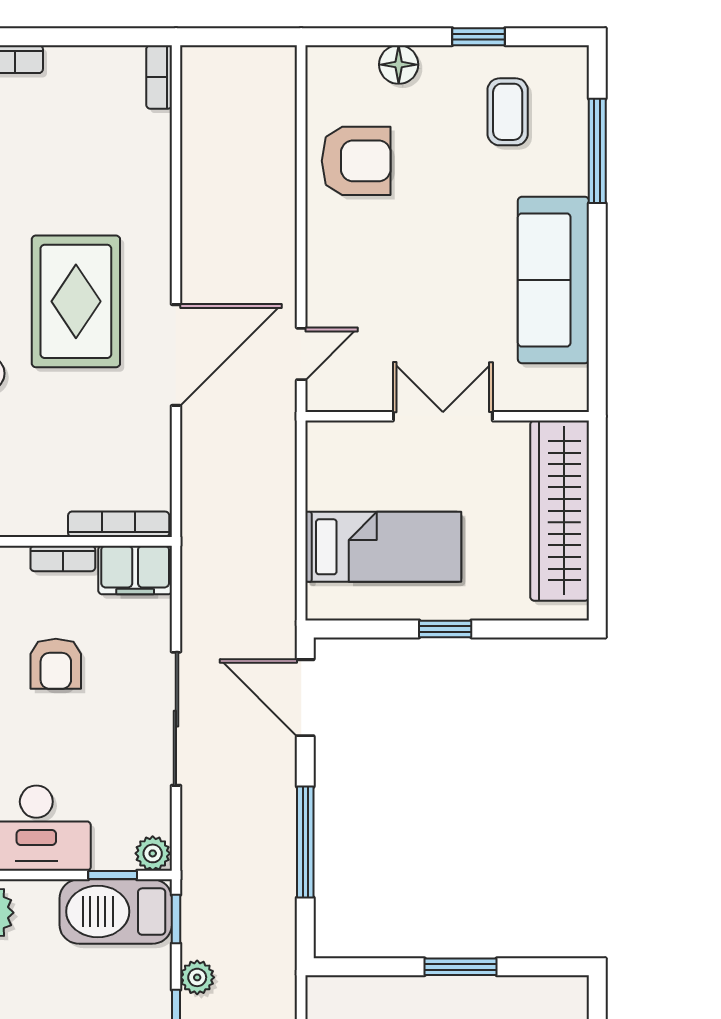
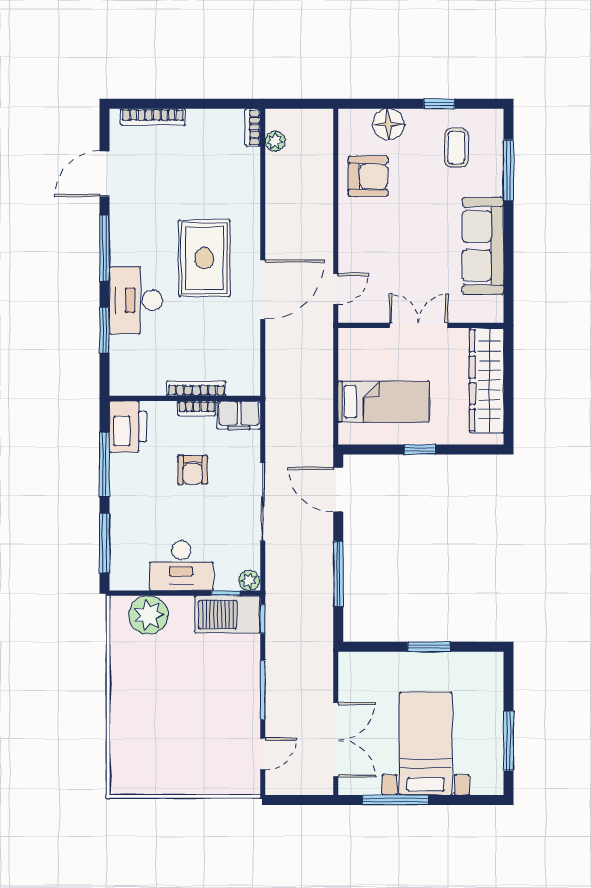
floor lamp: (399, 65) -> (388, 124), width x1.38, depth x1.38
bookcase: (119, 524) -> (196, 388), moved
plant: (197, 977) -> (275, 141), moved

